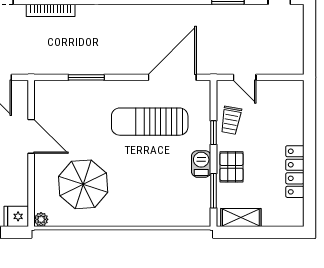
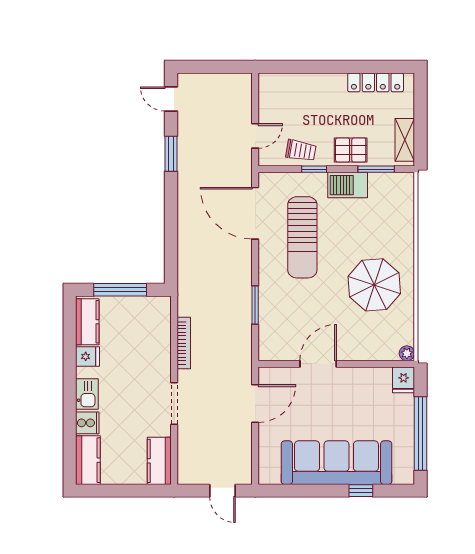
barbecue: (201, 164) -> (348, 185), width x1.38, depth x1.27
locker: (295, 172) -> (376, 82), moved
parasol: (83, 184) -> (374, 285), moved

